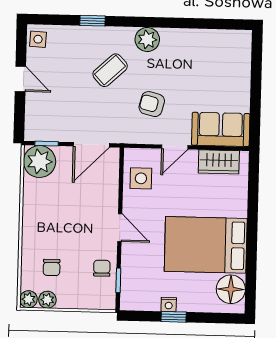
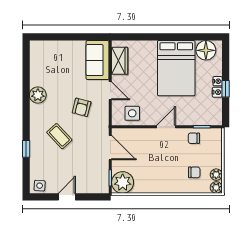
plant: (147, 39) -> (38, 95), moved
nightstand: (185, 305) -> (218, 81), added

